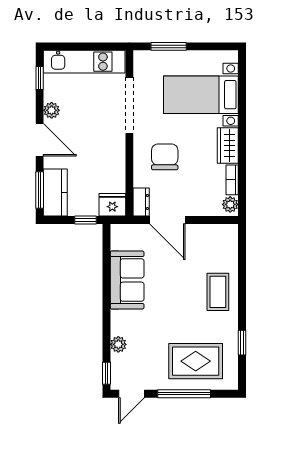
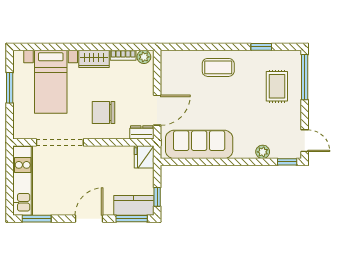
window: (169, 46) -> (10, 88), moved
window: (40, 78) -> (37, 219), width x1.50
plant: (52, 110) -> (64, 209), removed
window: (86, 220) -> (157, 197), moved
sofa: (127, 280) -> (199, 144), width x1.36
rug: (196, 361) -> (277, 86), width x0.73, depth x0.70
window: (184, 394) -> (305, 77), moved

